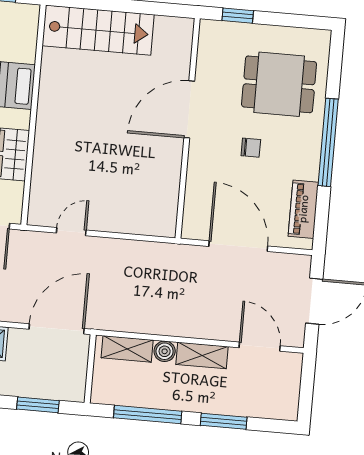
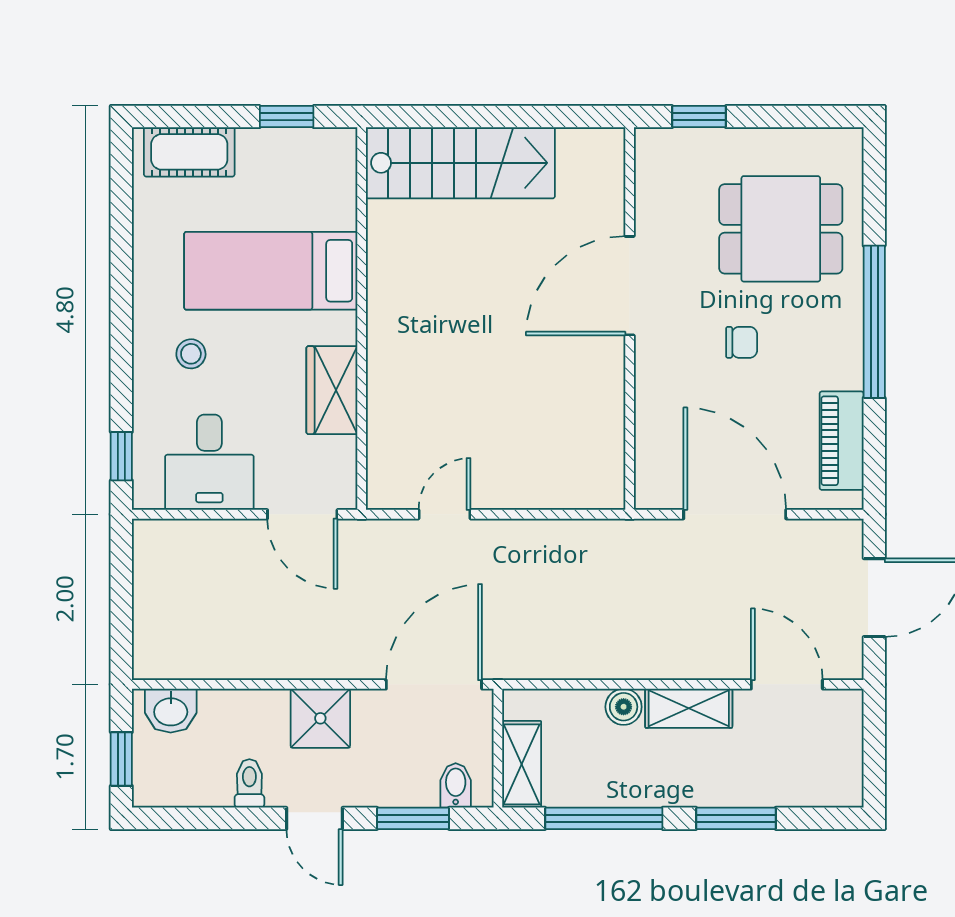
shelving: (127, 349) -> (522, 764), moved, turned 90
bidet: (64, 388) -> (456, 785), added

